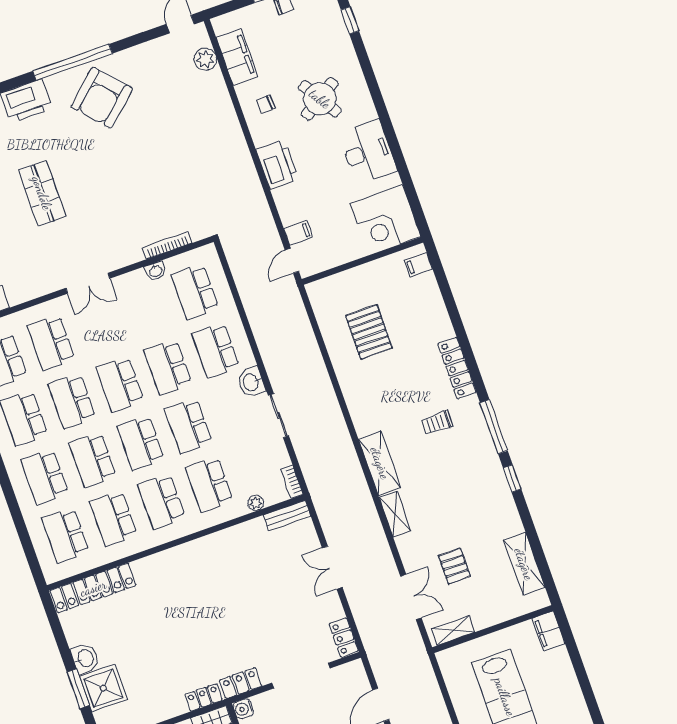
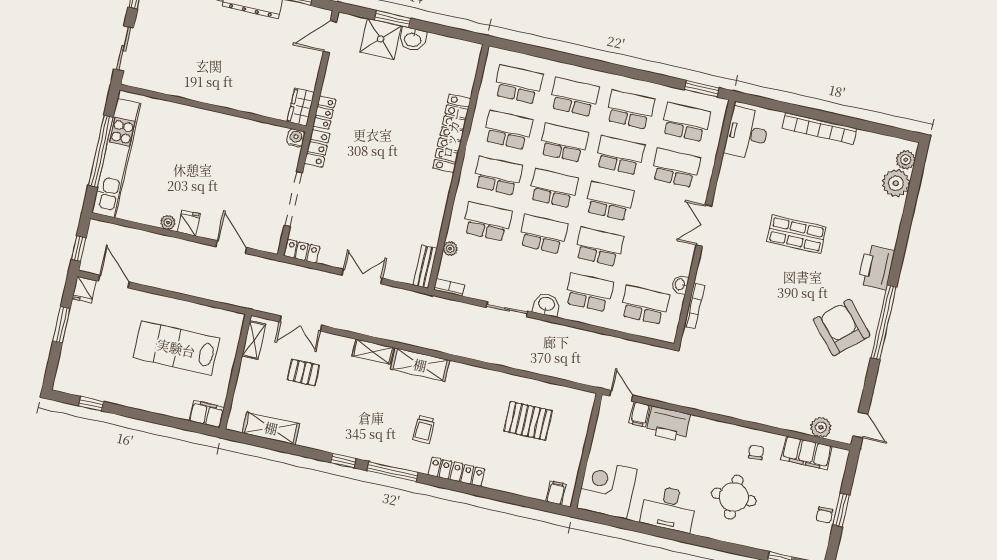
round table: (320, 99) -> (734, 497), turned 32
printer: (277, 165) -> (668, 424), moved
trolley: (437, 423) -> (424, 429), turned 180
locker: (93, 588) -> (452, 133), moved

